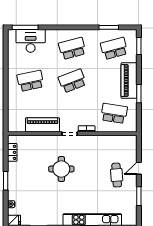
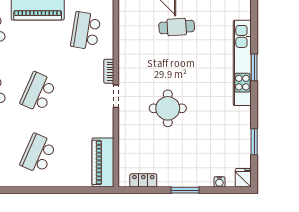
school desk: (30, 81) -> (38, 154), turned 36
school desk: (72, 81) -> (38, 92), turned 45
piano: (42, 125) -> (103, 162), moved

